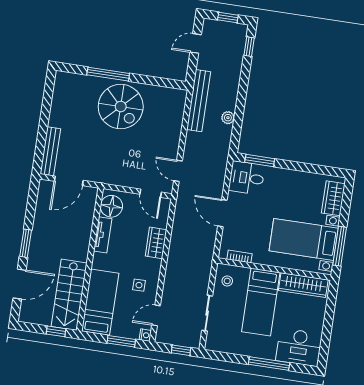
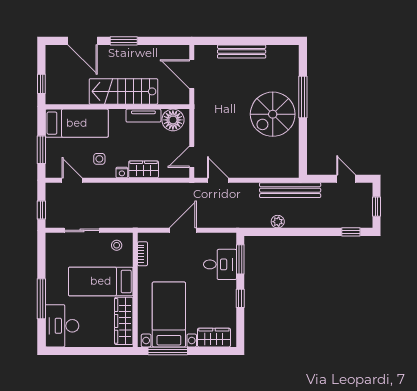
bench: (50, 151) -> (242, 52), moved
window: (298, 166) -> (240, 298), added
door: (178, 171) -> (218, 180), hinge flipped
desk: (247, 178) -> (220, 264), moved, turned 90
stairs: (69, 295) -> (123, 91), moved
nightstand: (145, 335) -> (122, 173), moved

